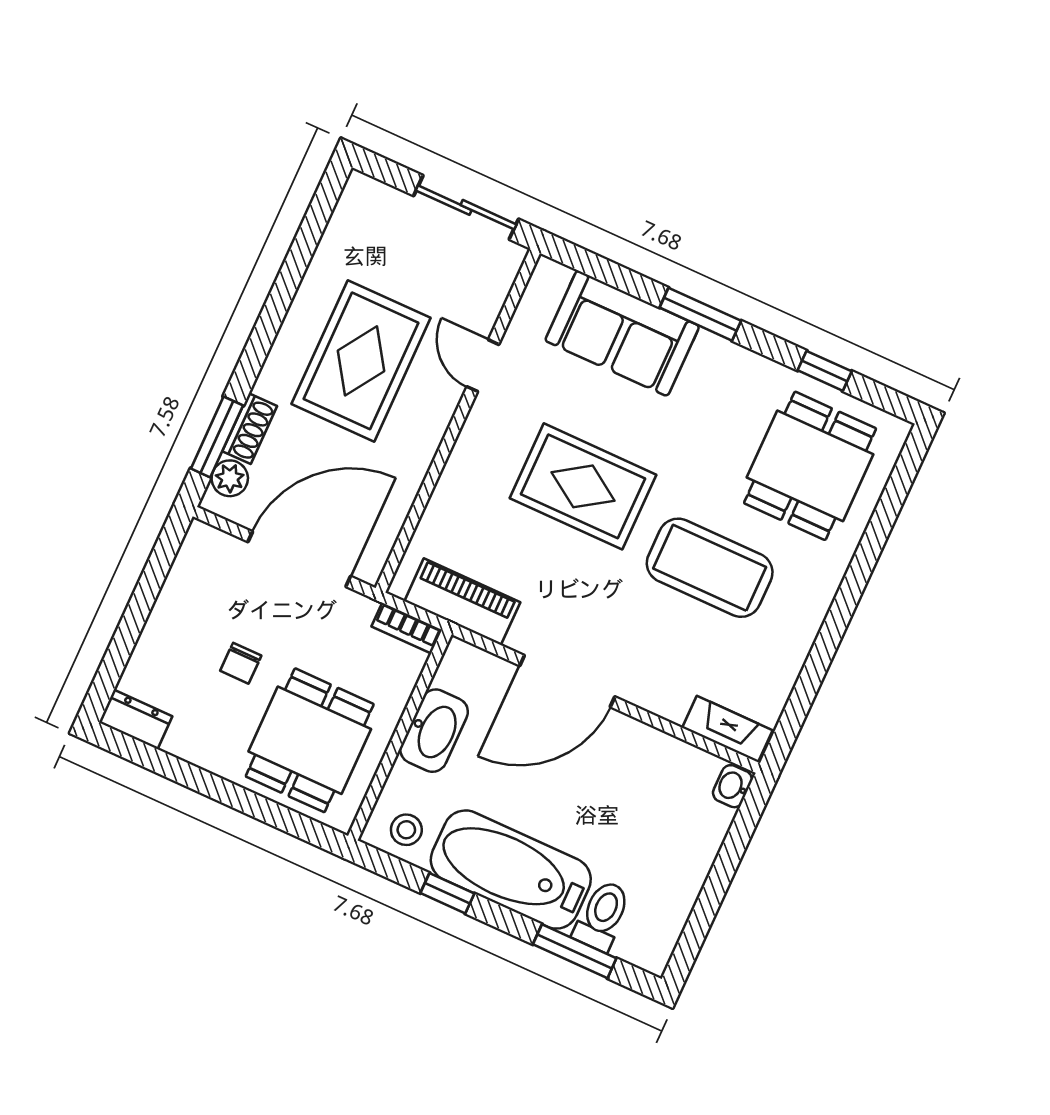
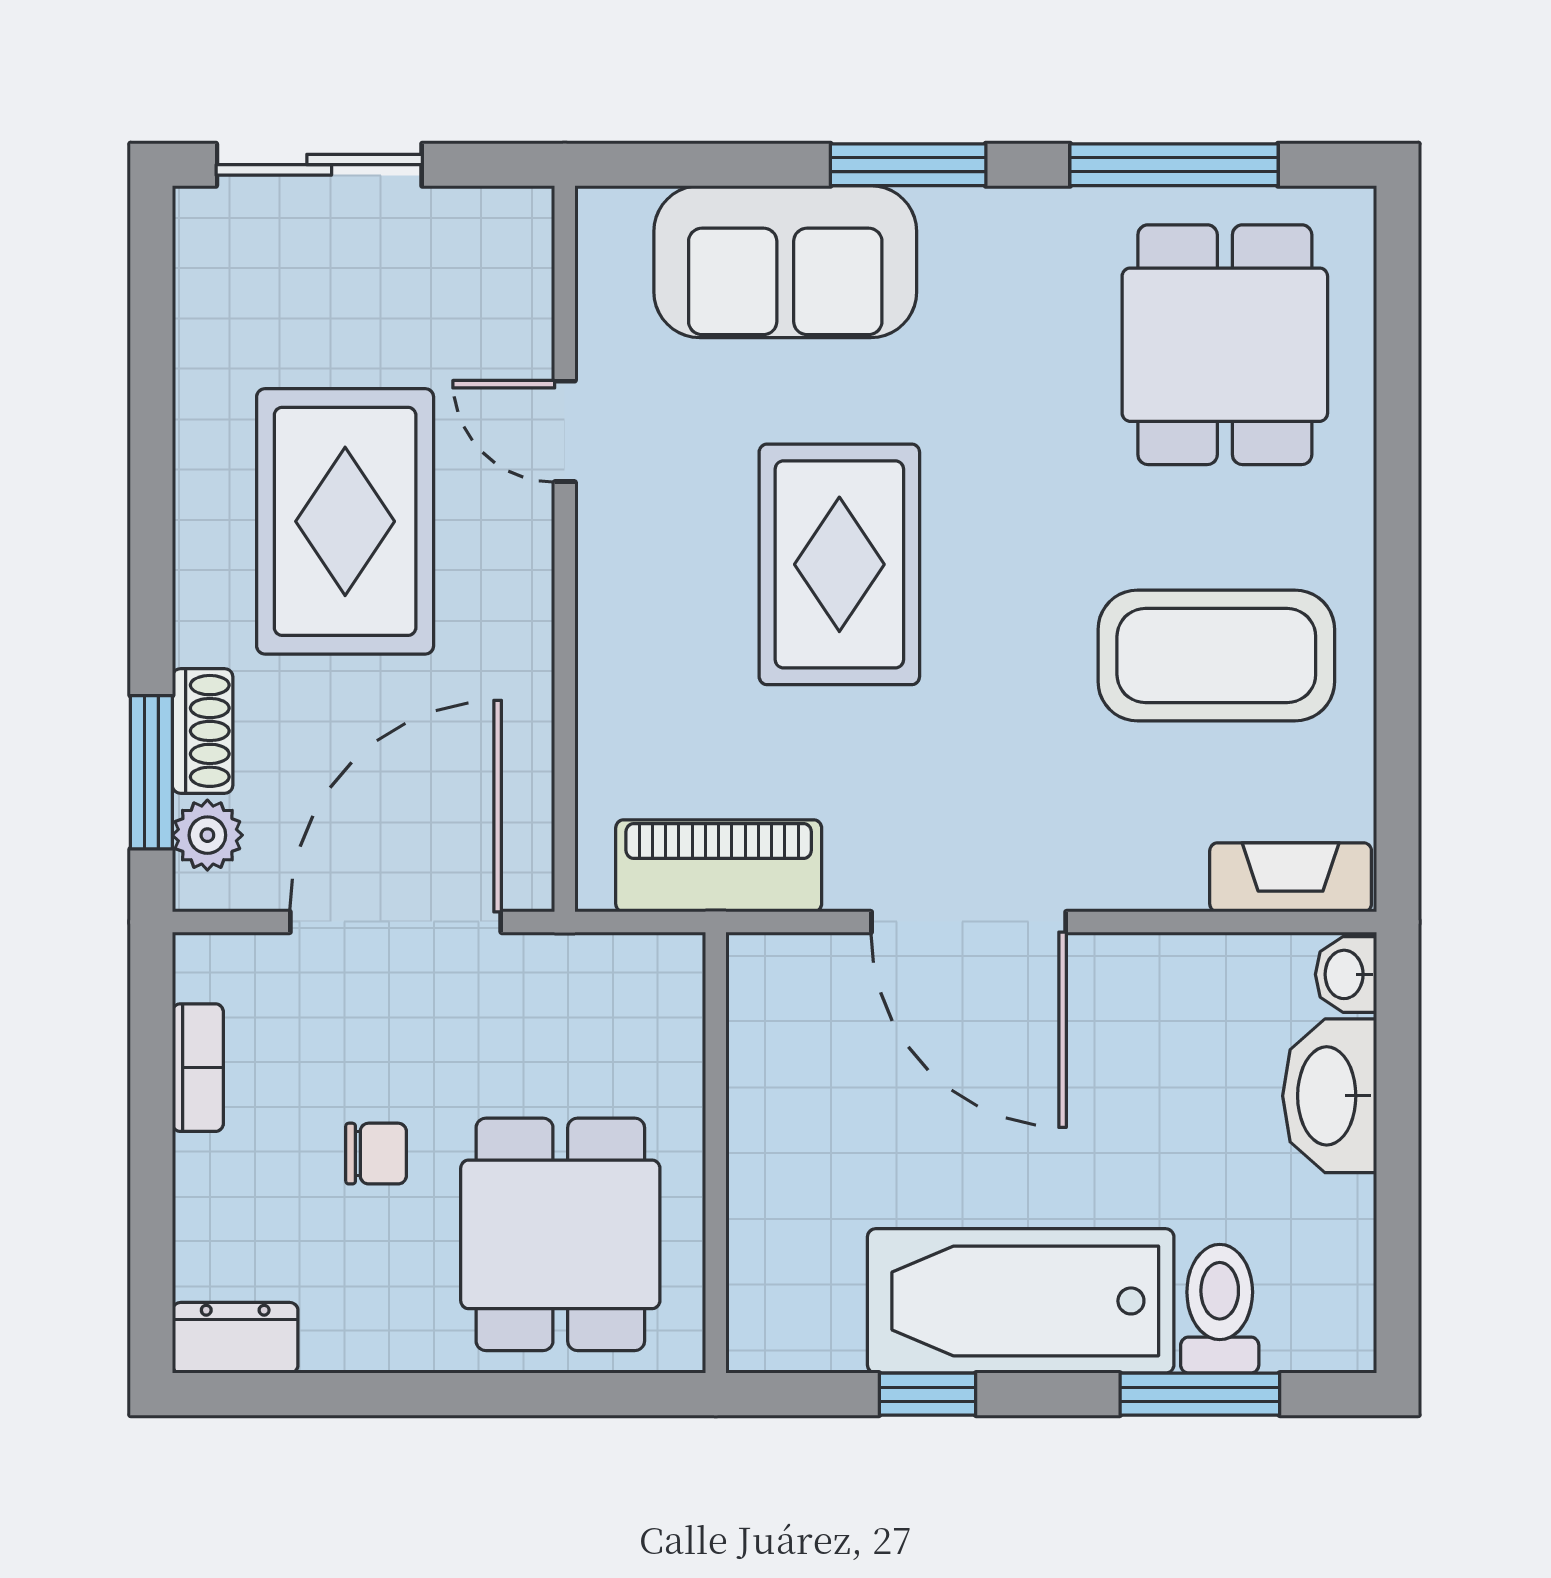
sliding door: (466, 207) -> (319, 165), moved
window: (825, 371) -> (1174, 165), width x2.17
rug: (583, 486) -> (839, 564), turned 90
coffee table: (710, 568) -> (1216, 656), moved
bookcase: (407, 628) -> (198, 1068), moved, turned -90
chair: (241, 663) -> (376, 1154), turned -90
door: (567, 681) -> (969, 922), hinge flipped
washbasin: (434, 731) -> (1330, 1096), moved, turned 180
stool: (406, 830) -> (804, 1315), removed

